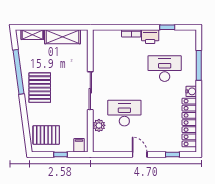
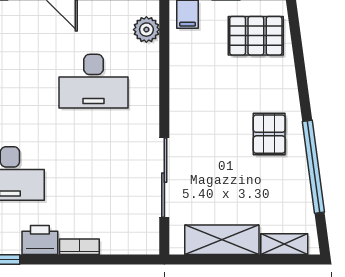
pallet: (40, 88) -> (269, 134), width x0.67, depth x0.71
sliding door: (90, 91) -> (164, 178), moved
plant: (99, 125) -> (146, 30), moved

